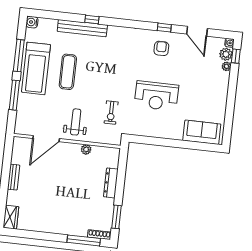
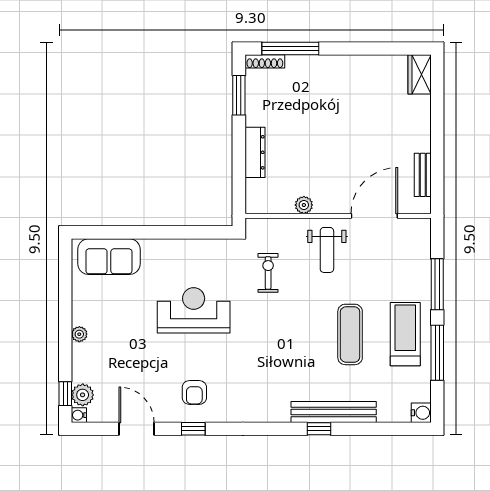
plant: (226, 66) -> (79, 334), moved
treadmill: (36, 68) -> (405, 334), width x0.73, depth x0.73
bench: (14, 177) -> (423, 175), moved

